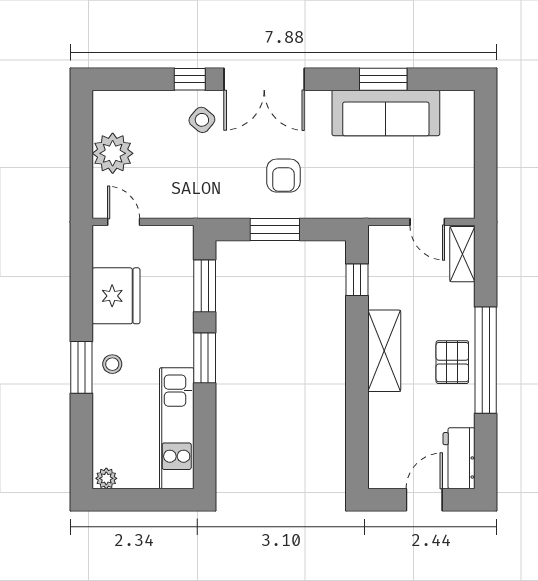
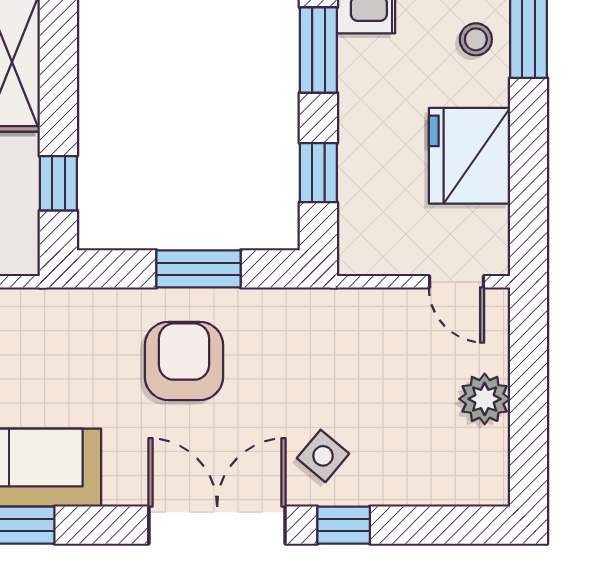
plant: (113, 153) -> (485, 399), width x0.73, depth x0.73
armchair: (283, 176) -> (184, 361), width x1.38, depth x1.38
window: (205, 286) -> (318, 173), width x0.67

